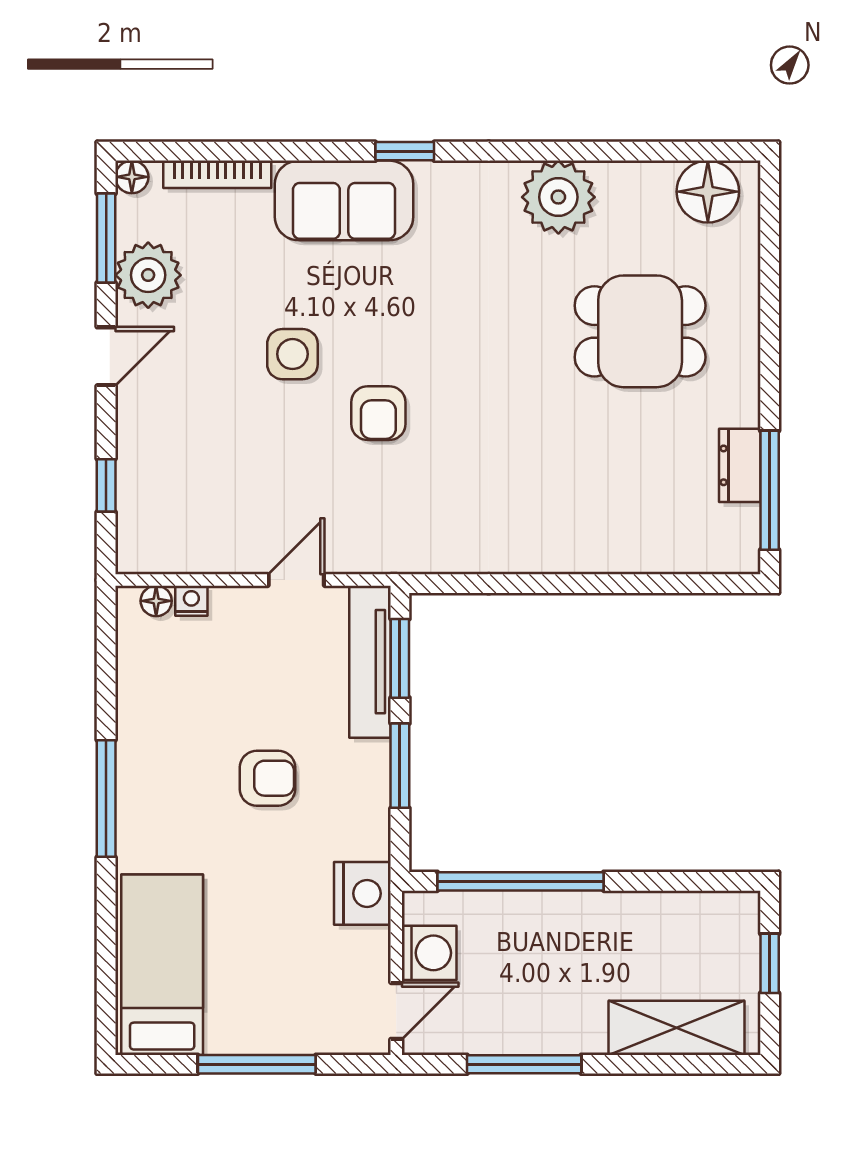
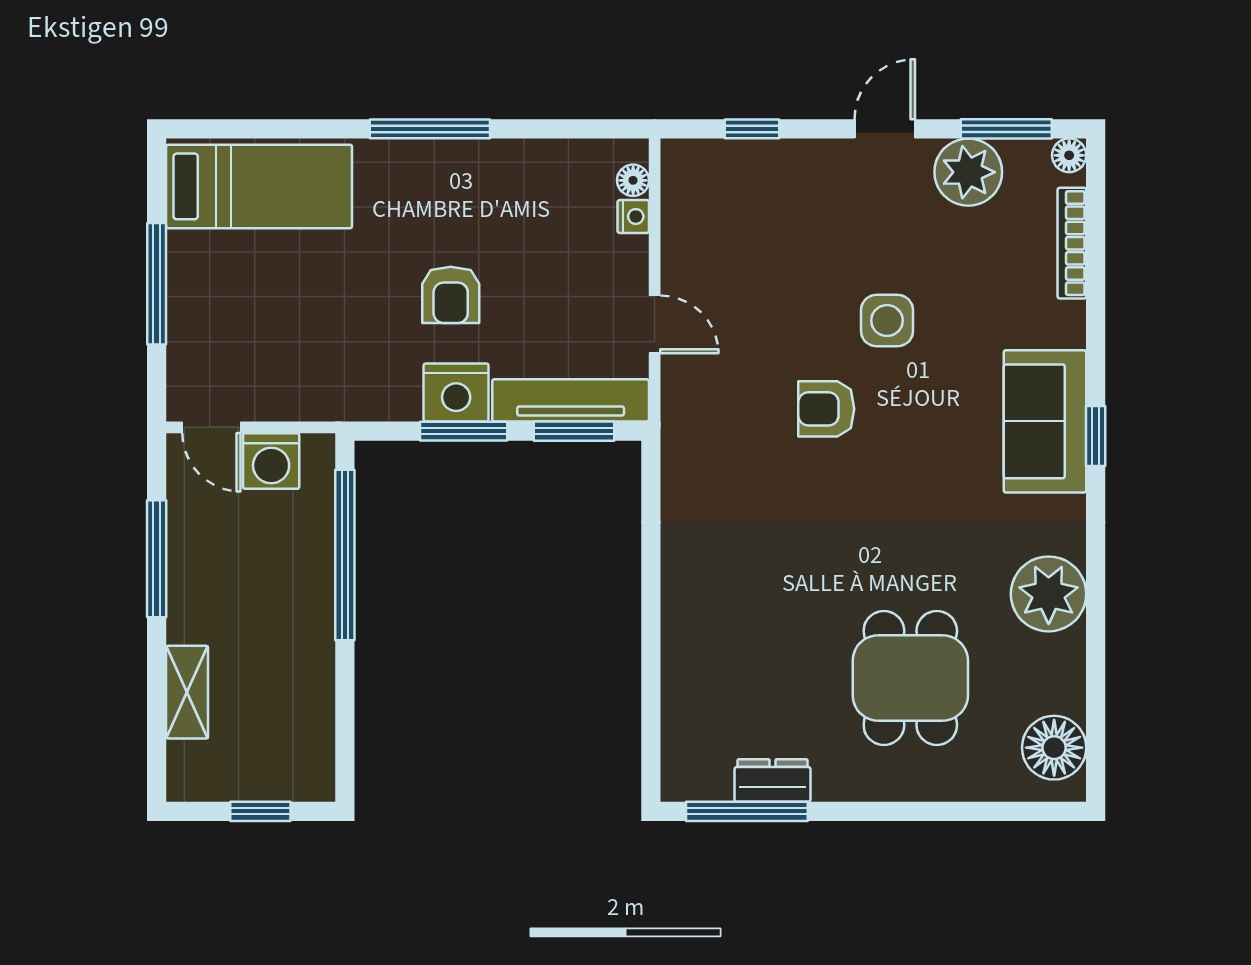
sofa: (344, 200) -> (1045, 421), moved
door: (106, 356) -> (885, 129), swing flipped
nightstand: (362, 893) -> (456, 393), moved
shelving: (676, 1028) -> (187, 692), width x0.67, depth x0.75

